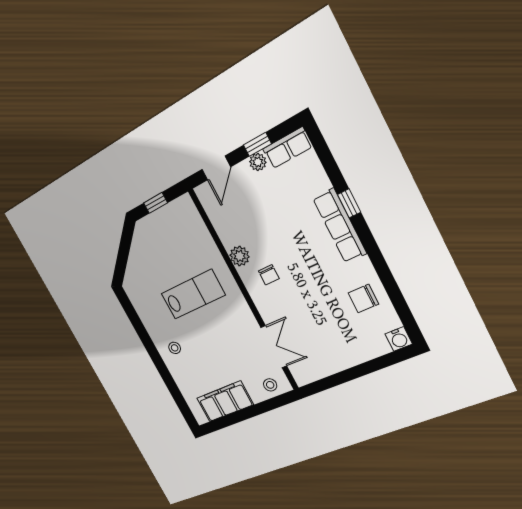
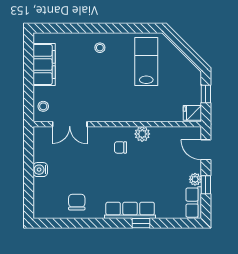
fridge: (184, 208) -> (192, 113), added
lab bench: (193, 294) -> (146, 61), moved, turned 180
water cooler: (399, 339) -> (40, 170), moved

